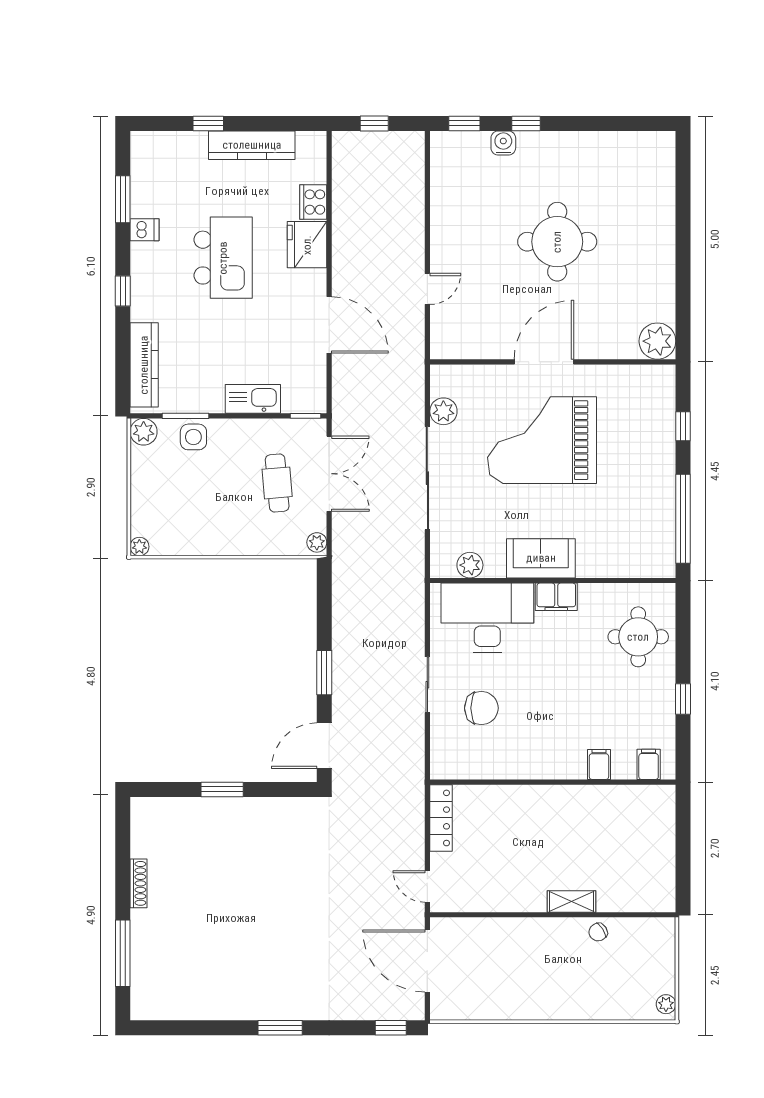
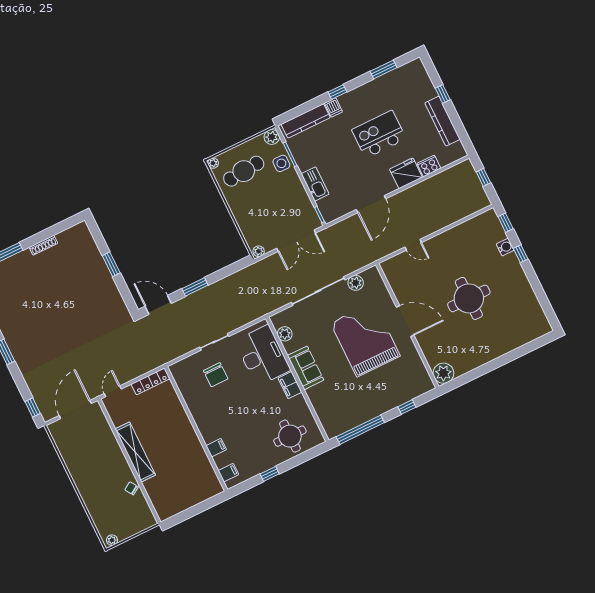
dishwasher: (144, 230) -> (333, 107), moved
kitchen island: (223, 258) -> (379, 134), turned 180
cafe table: (277, 483) -> (244, 171), moved, width x1.37, depth x1.35
shelving: (572, 901) -> (135, 452), width x2.20, depth x1.33

